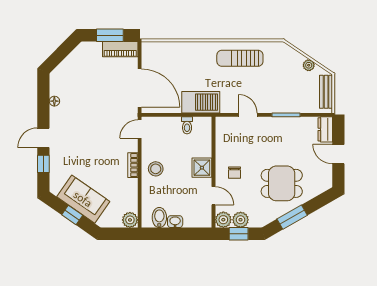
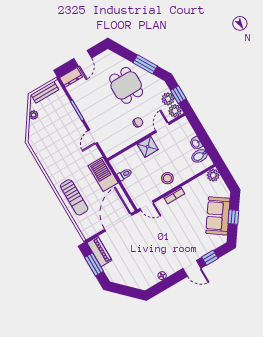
sun lounger: (240, 58) -> (74, 197), moved

